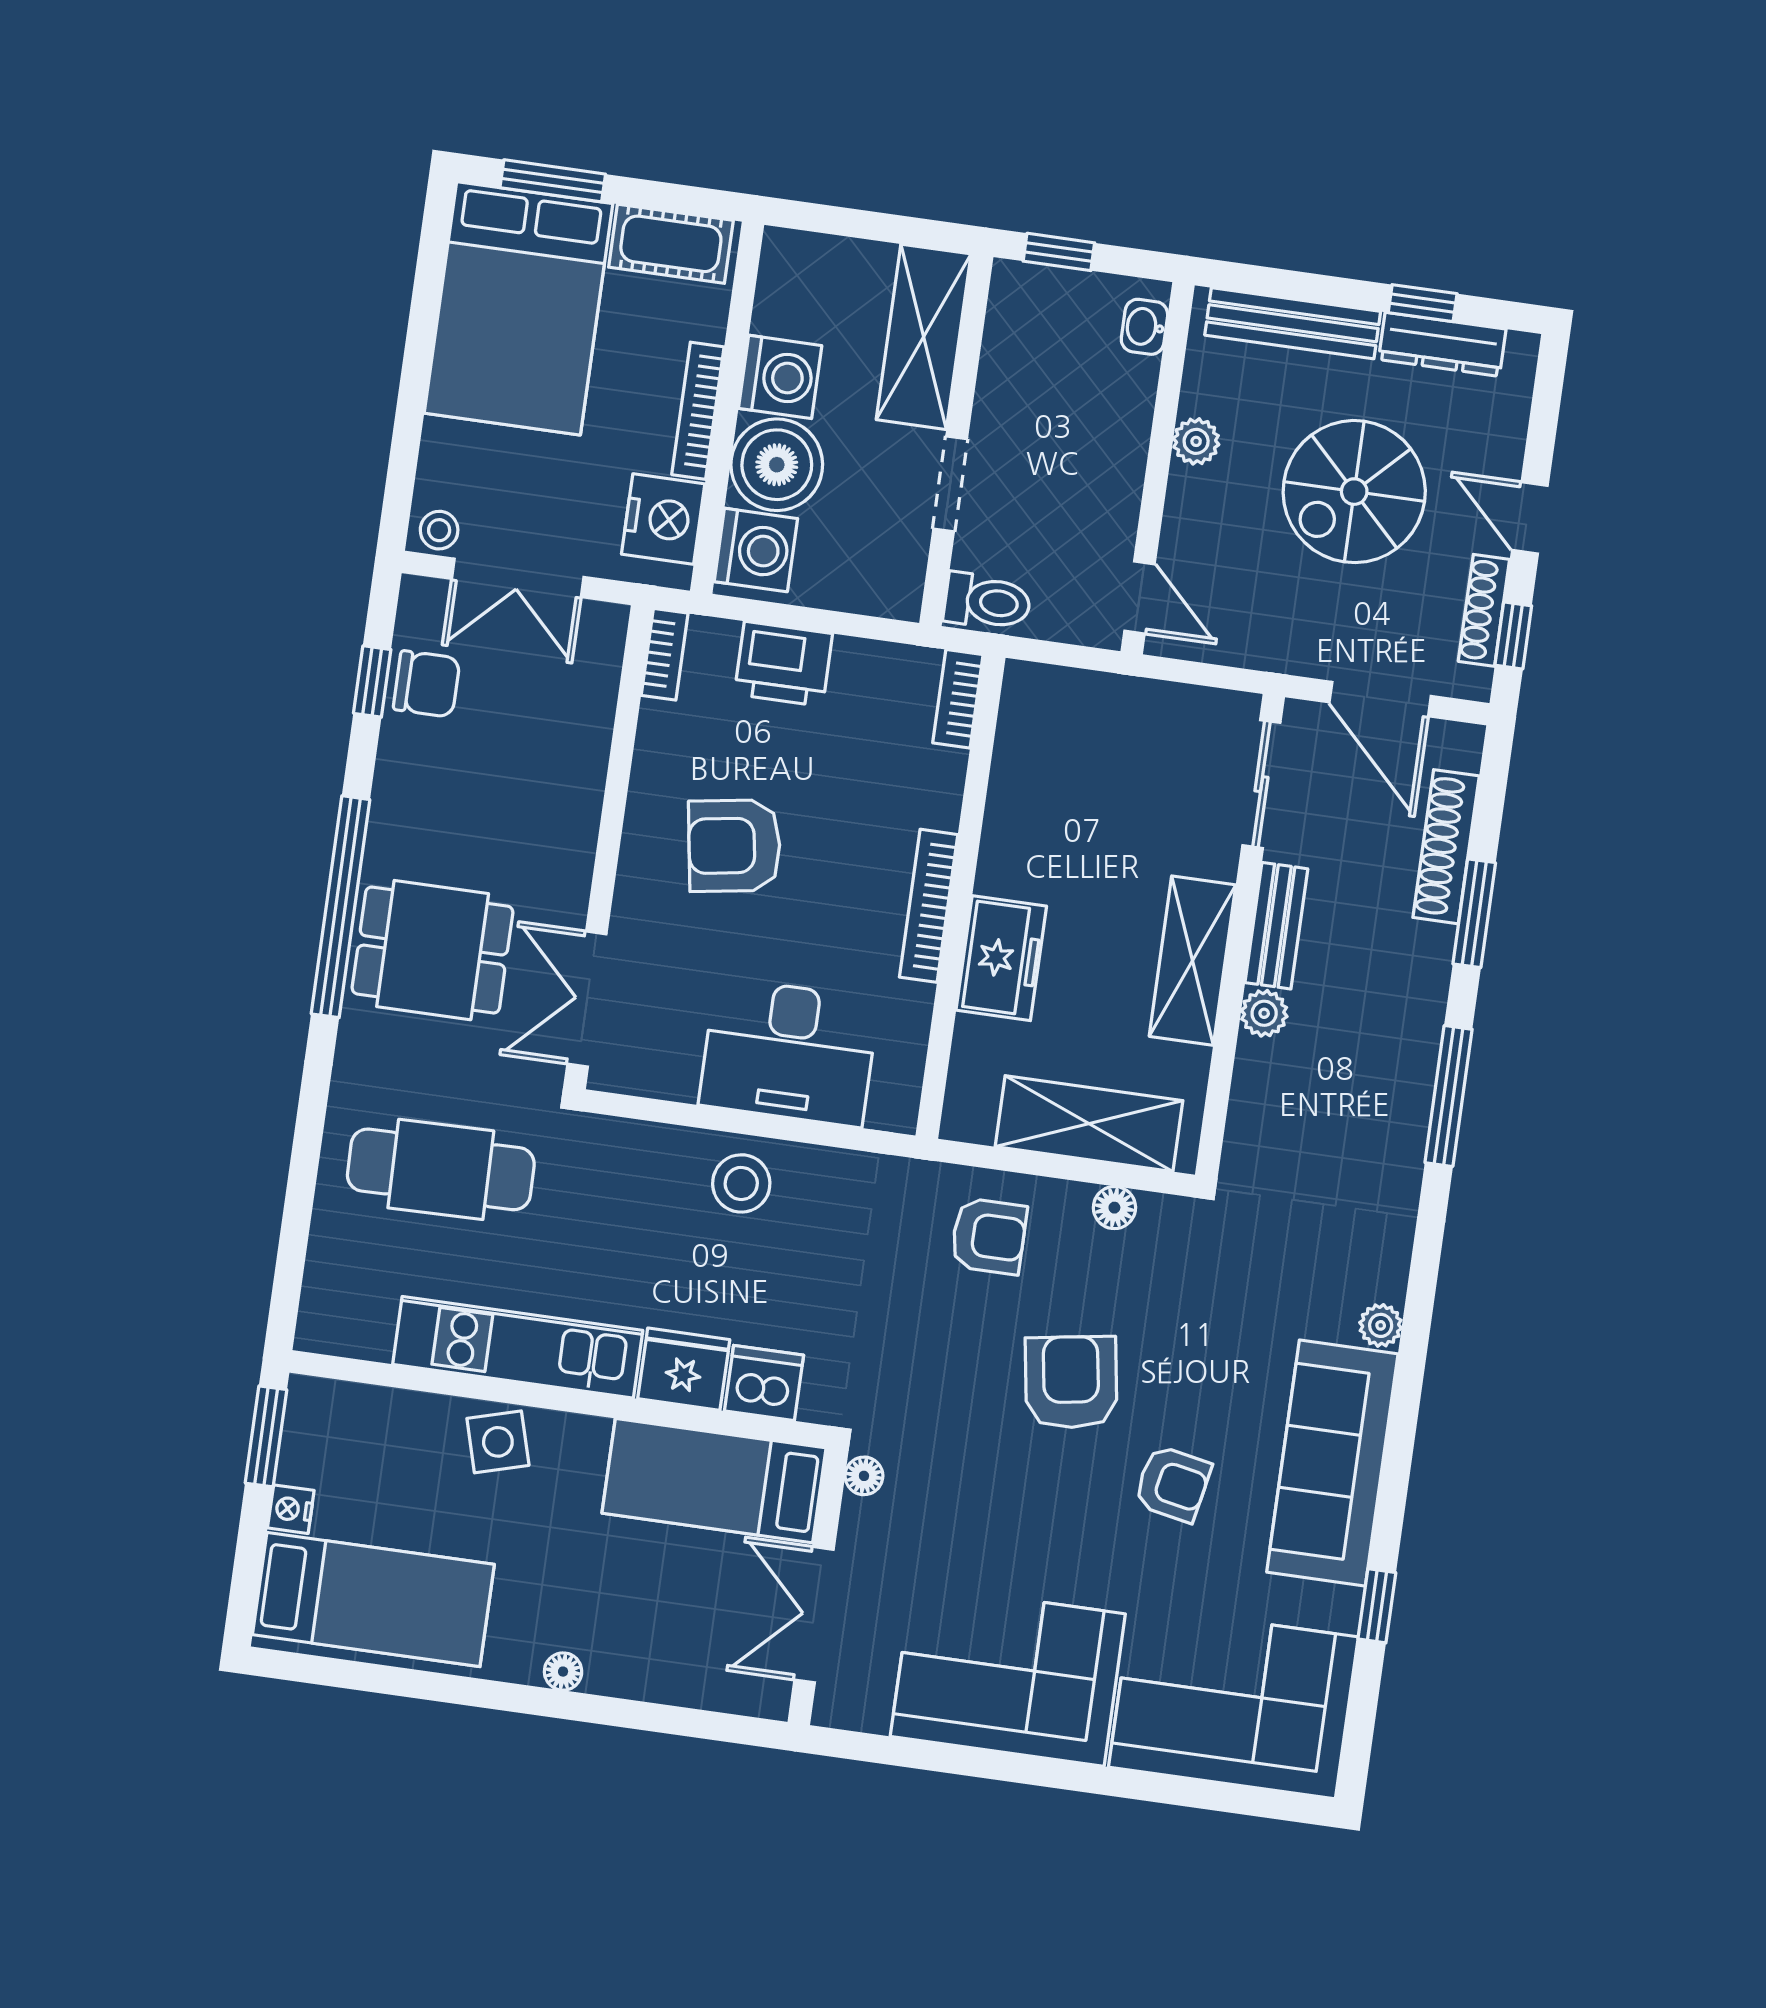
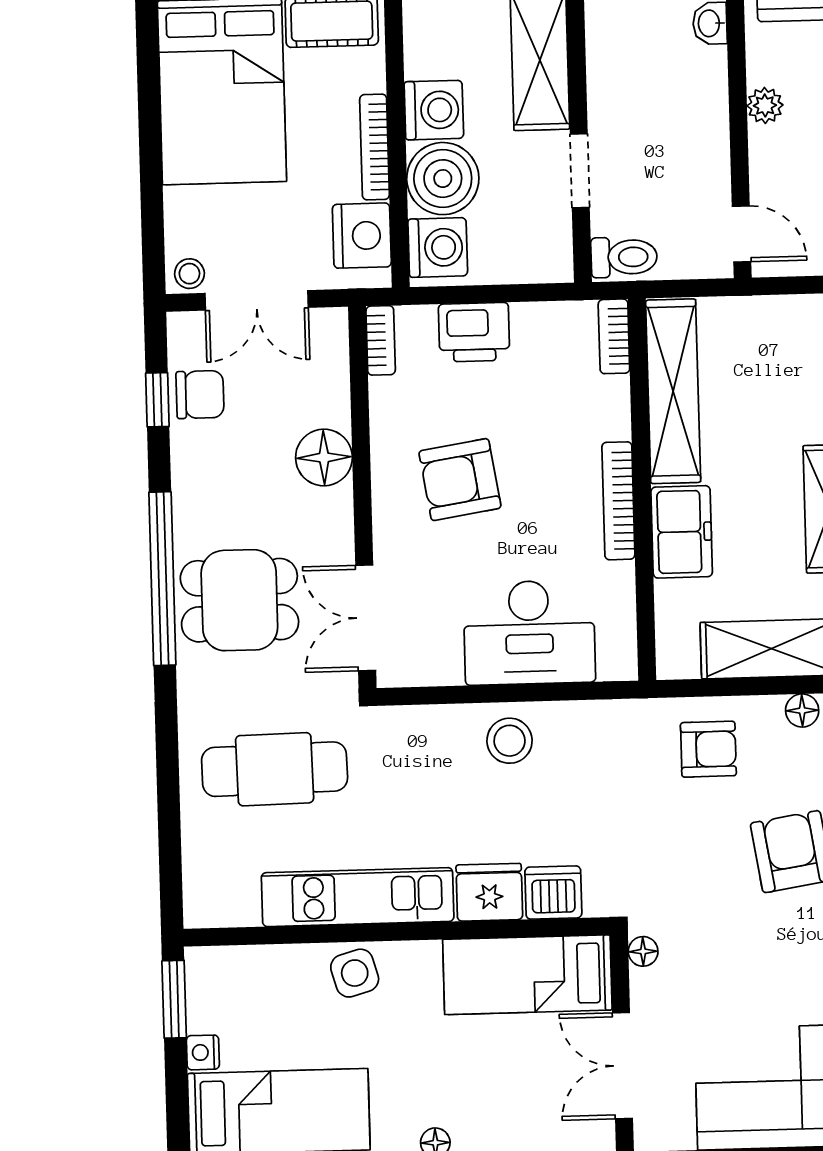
shelving: (1020, 780) -> (673, 391), added
floor lamp: (569, 789) -> (324, 457), added

